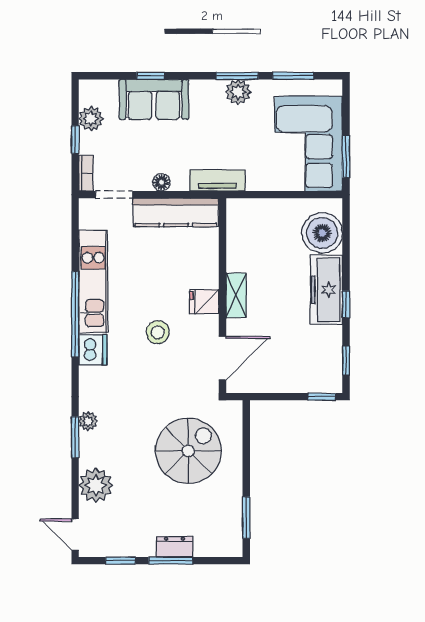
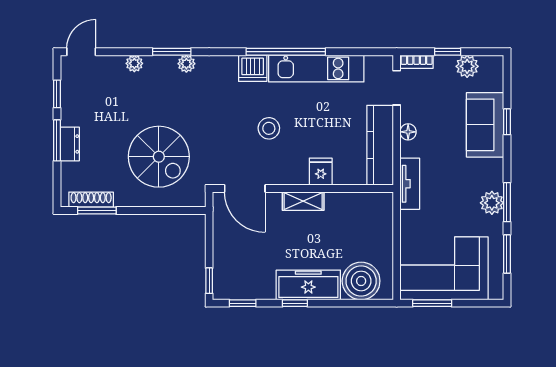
fridge: (204, 302) -> (321, 172), moved
plant: (96, 485) -> (134, 63), width x0.53, depth x0.53
shoe rack: (235, 524) -> (91, 200), added

